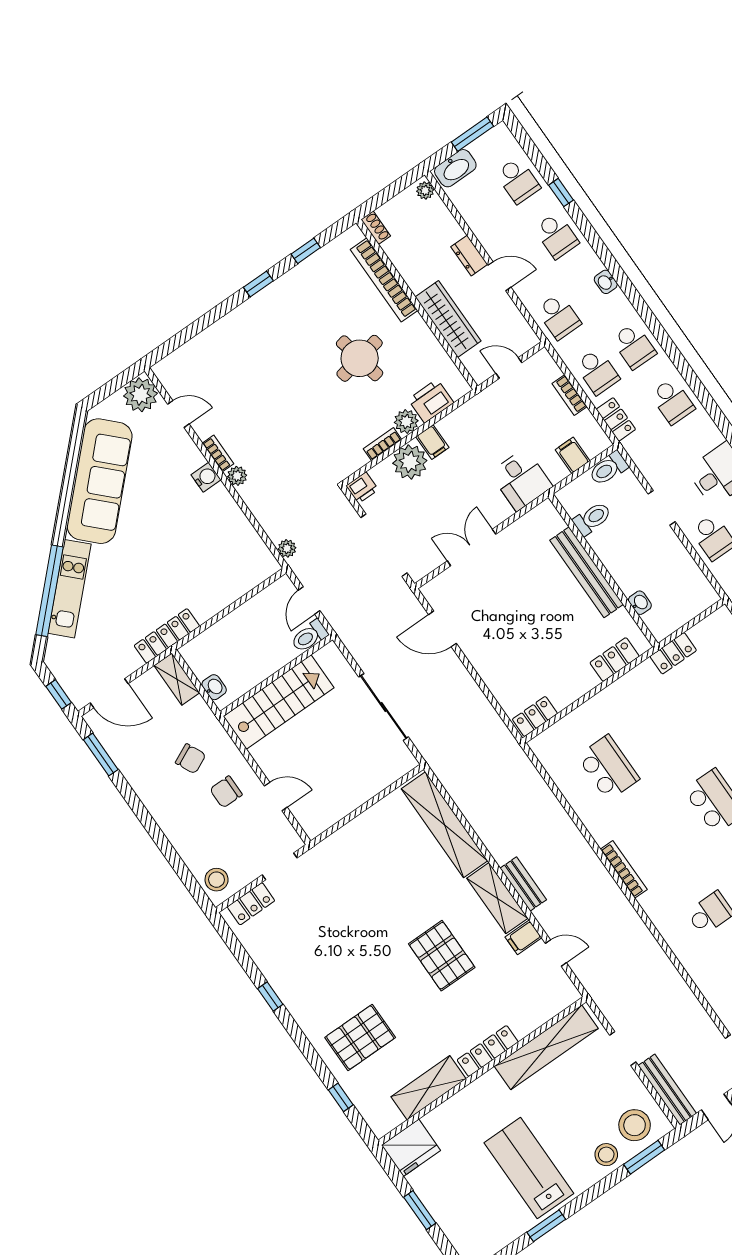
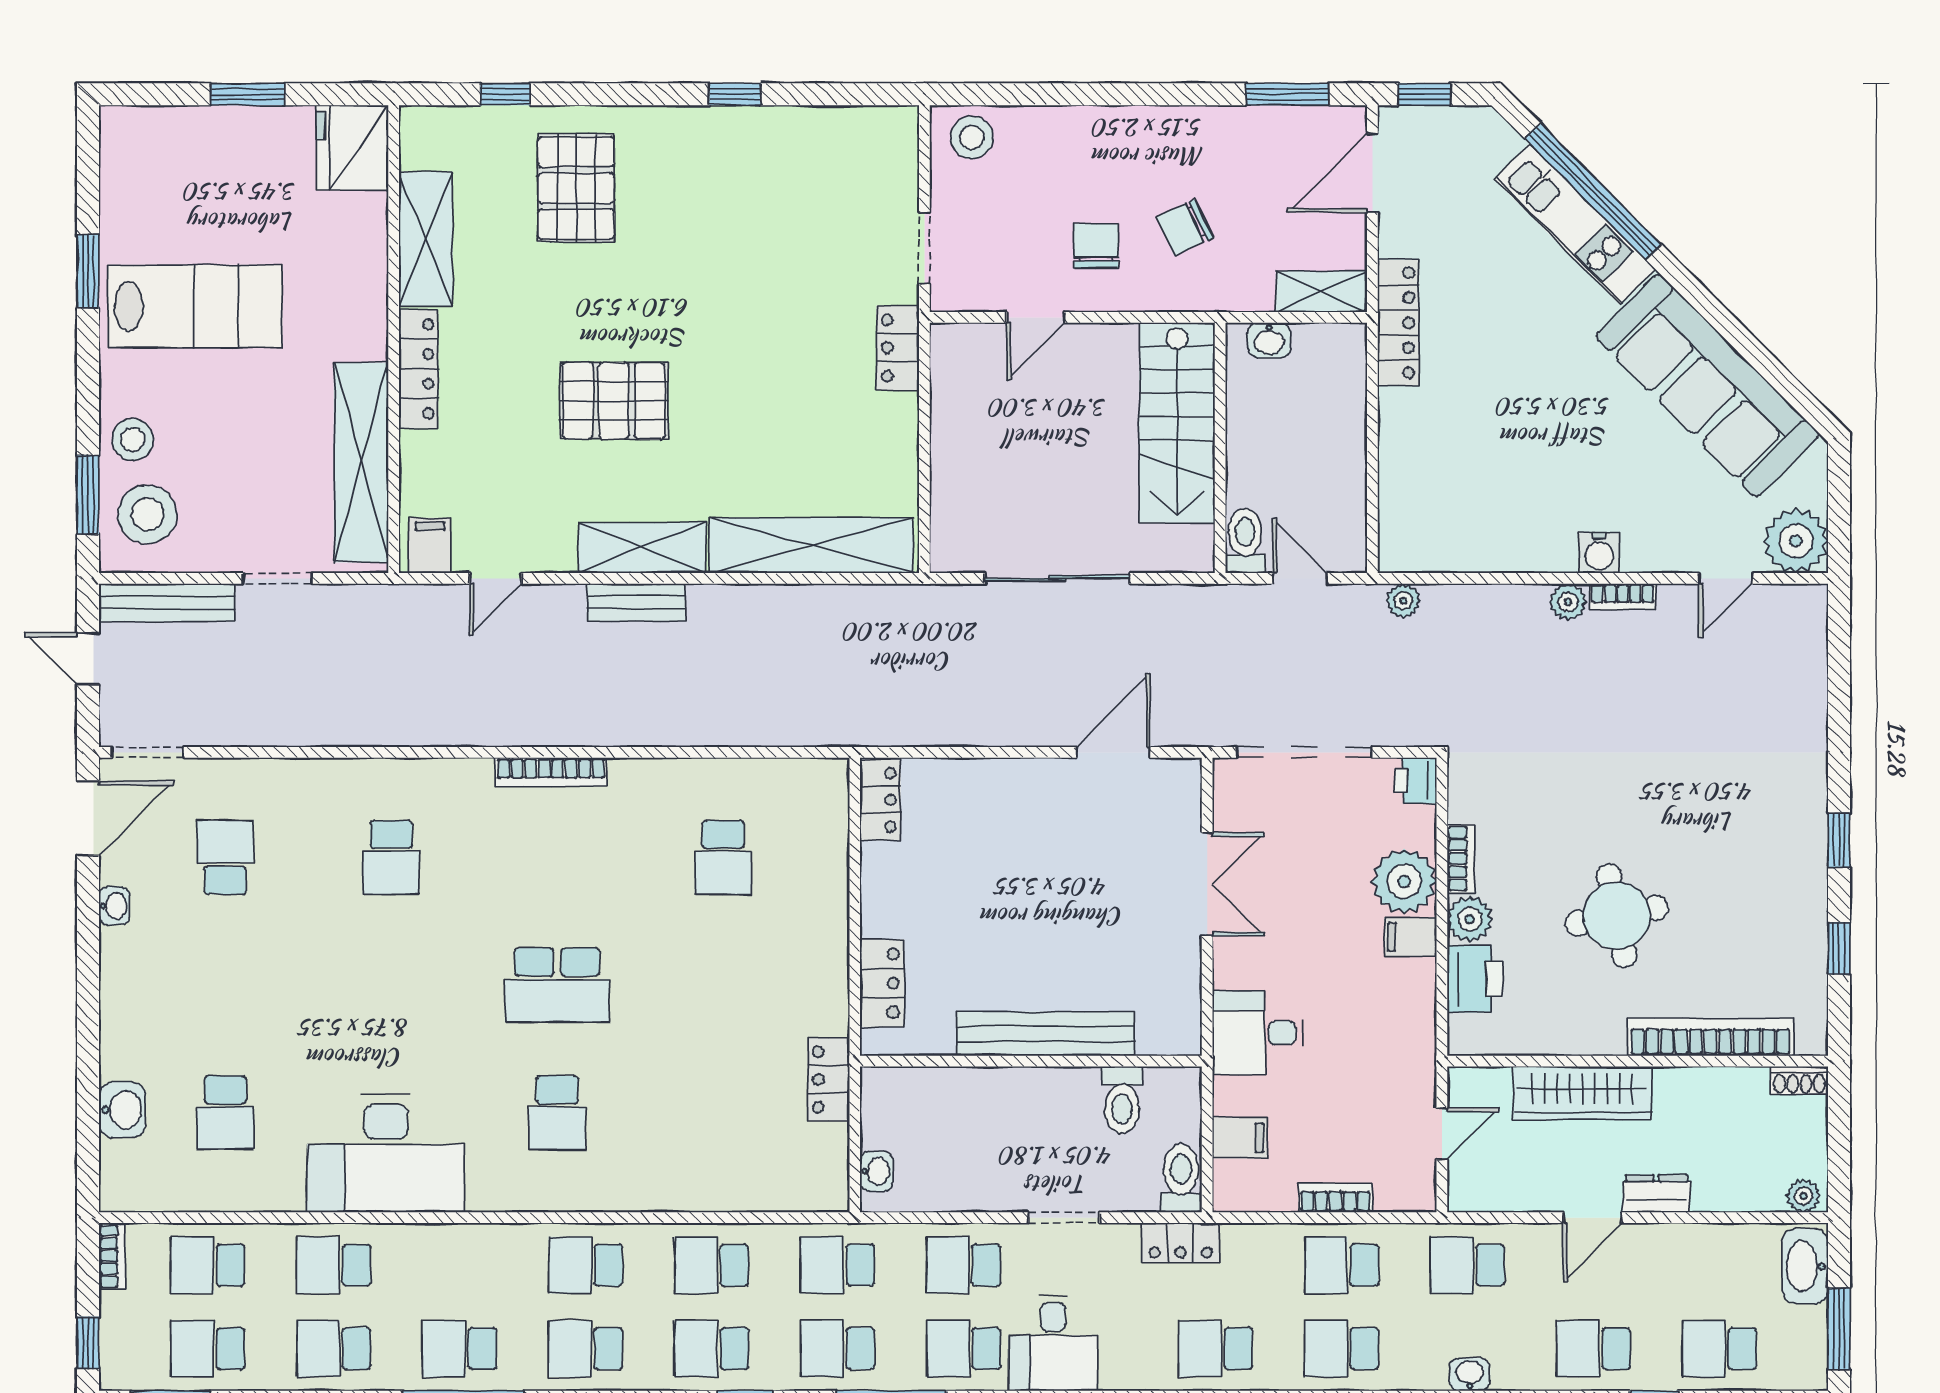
locker: (616, 419) -> (1181, 1243), moved
washbasin: (640, 603) -> (876, 1171), moved, turned -90
school desk: (608, 768) -> (723, 857), width x0.54
locker: (251, 904) -> (898, 348), moved
filing cabinet: (523, 937) -> (430, 545), moved

